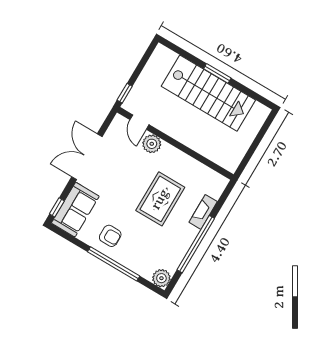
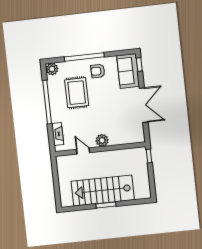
door: (139, 122) -> (83, 151), moved
plant: (152, 144) -> (102, 140), moved
rug: (160, 199) -> (77, 93), moved
fireplace: (203, 212) -> (58, 134), moved

